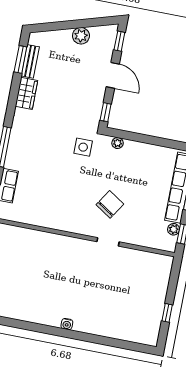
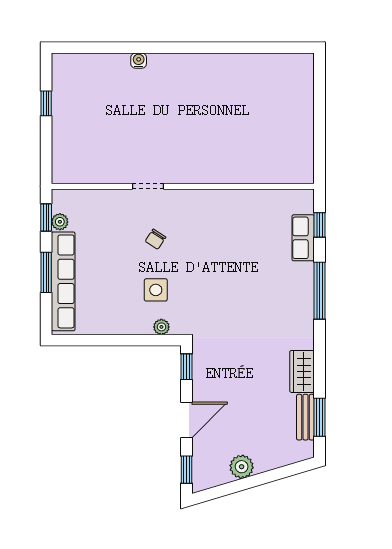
door: (113, 75) -> (186, 420), swing flipped
side table: (83, 147) -> (156, 290), moved
chair: (110, 204) -> (155, 239), width x0.54, depth x0.54
water cooler: (67, 324) -> (139, 61), moved

